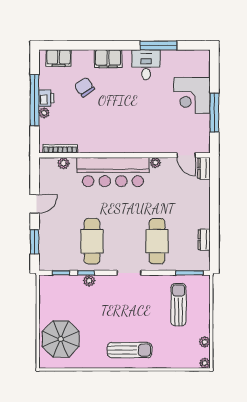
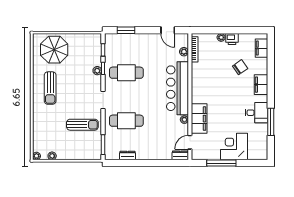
window: (35, 100) -> (230, 30), removed
filing cabinet: (154, 143) -> (199, 119), added
door: (35, 204) -> (168, 30), moved
sun lounger: (178, 305) -> (82, 125), moved
sun lounger: (130, 350) -> (50, 88), moved

